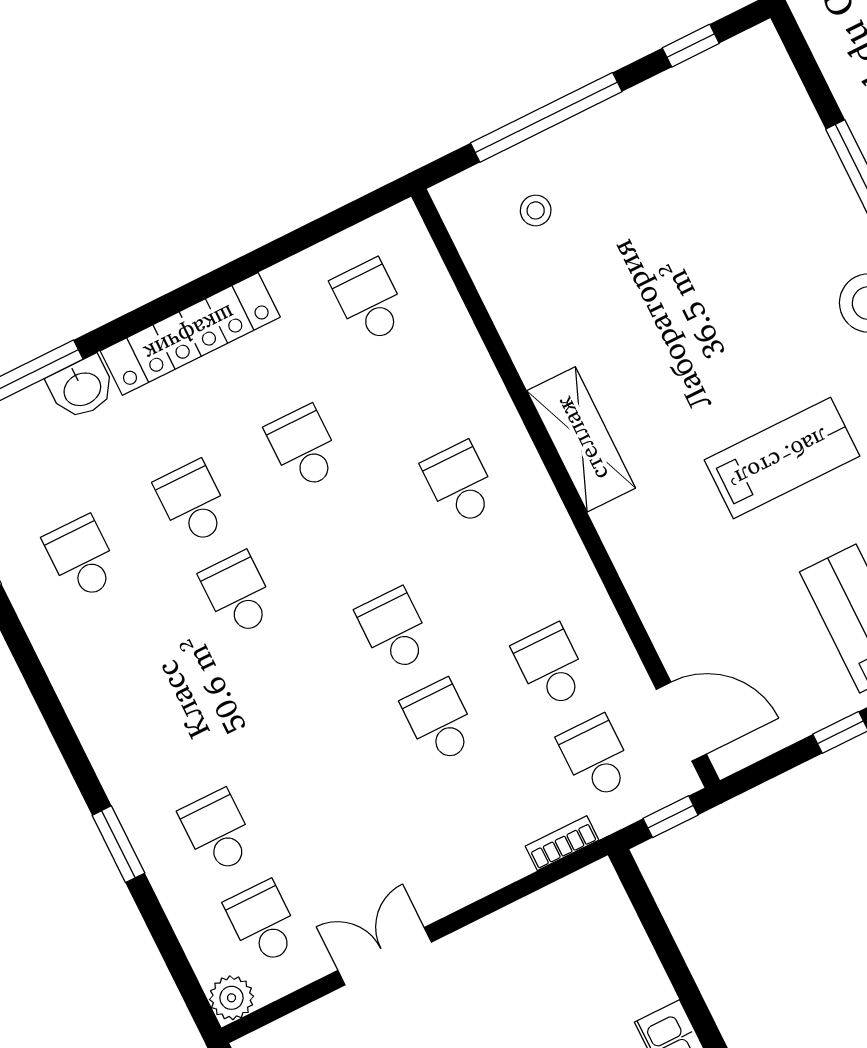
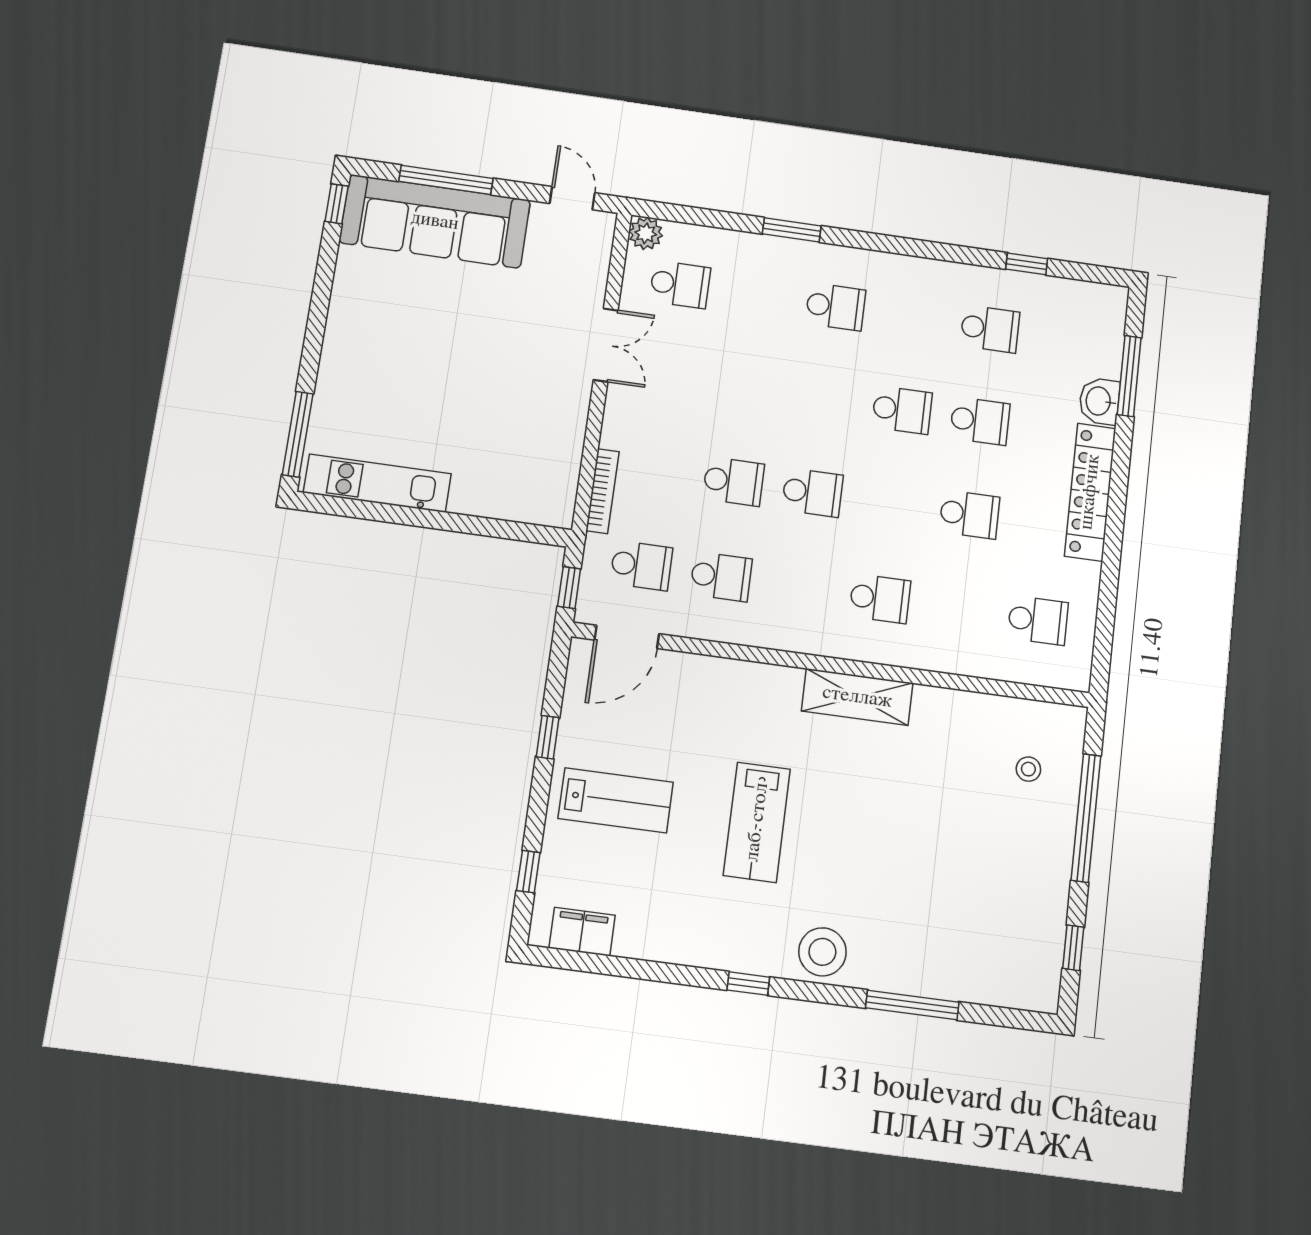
school desk: (218, 832) -> (835, 307), moved
bookcase: (562, 843) -> (602, 491), width x1.56

